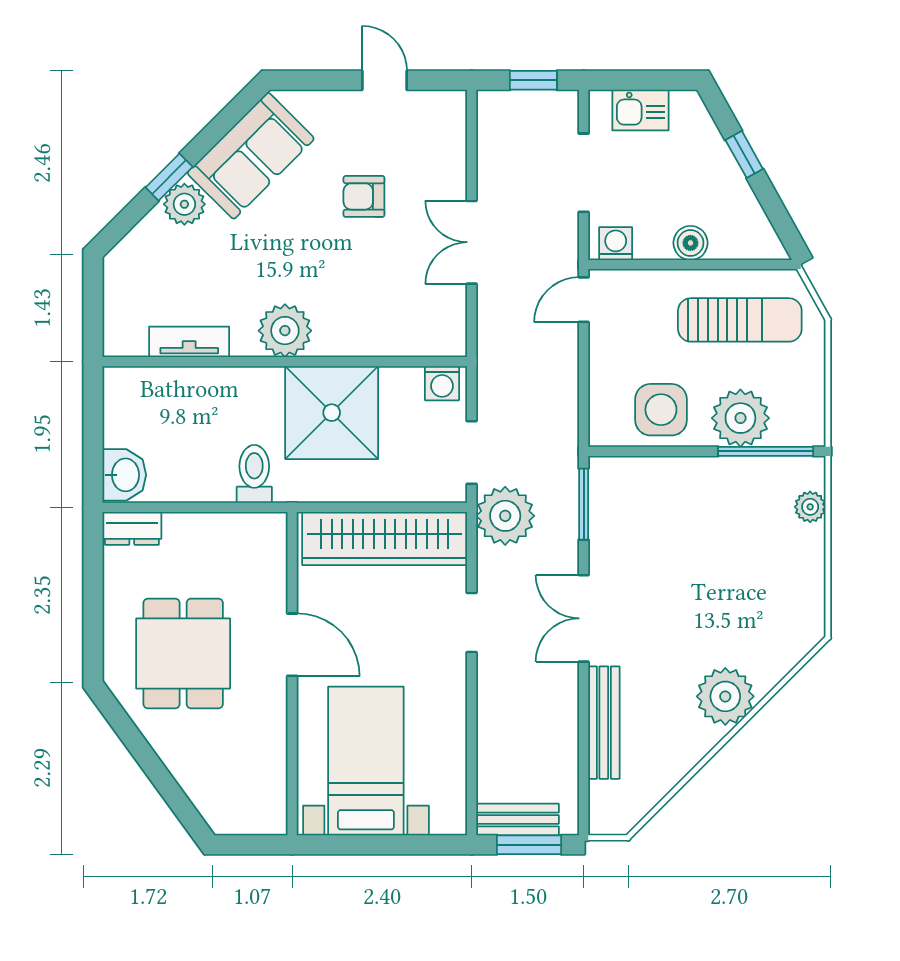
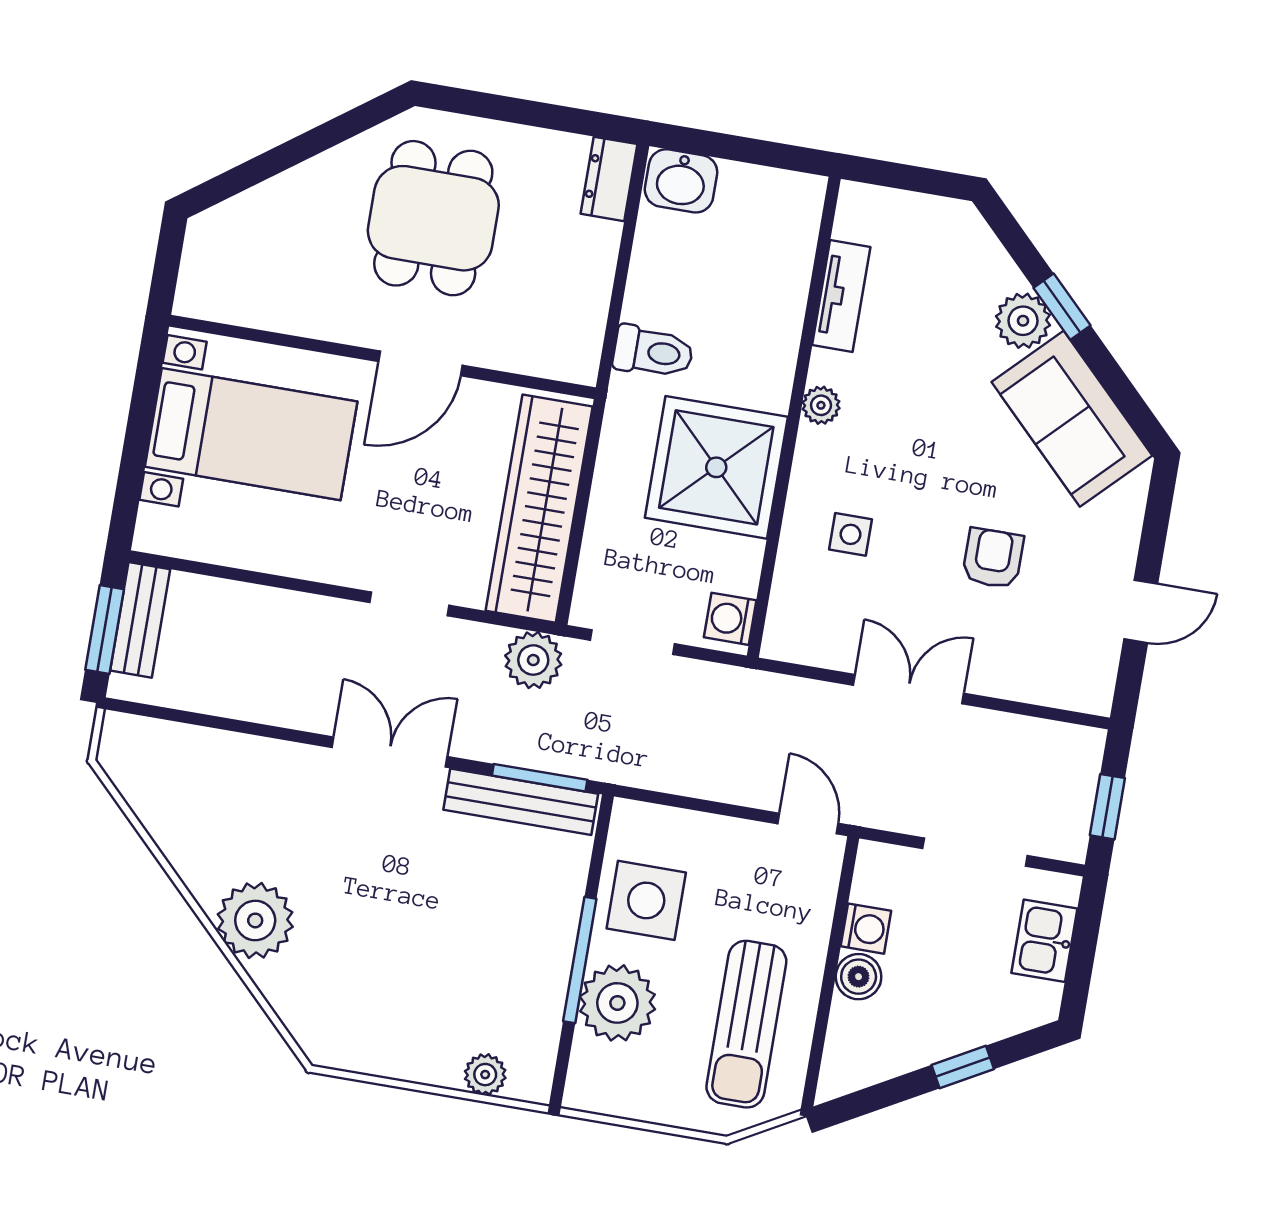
washing machine: (616, 244) -> (866, 929), moved
side table: (364, 305) -> (851, 534), added
plant: (285, 331) -> (821, 405), width x0.53, depth x0.53
window: (766, 451) -> (580, 960), moved
plant: (505, 516) -> (533, 660), width x0.73, depth x0.73
dining table: (183, 653) -> (433, 218), turned 90
bench: (604, 723) -> (521, 802), moved

